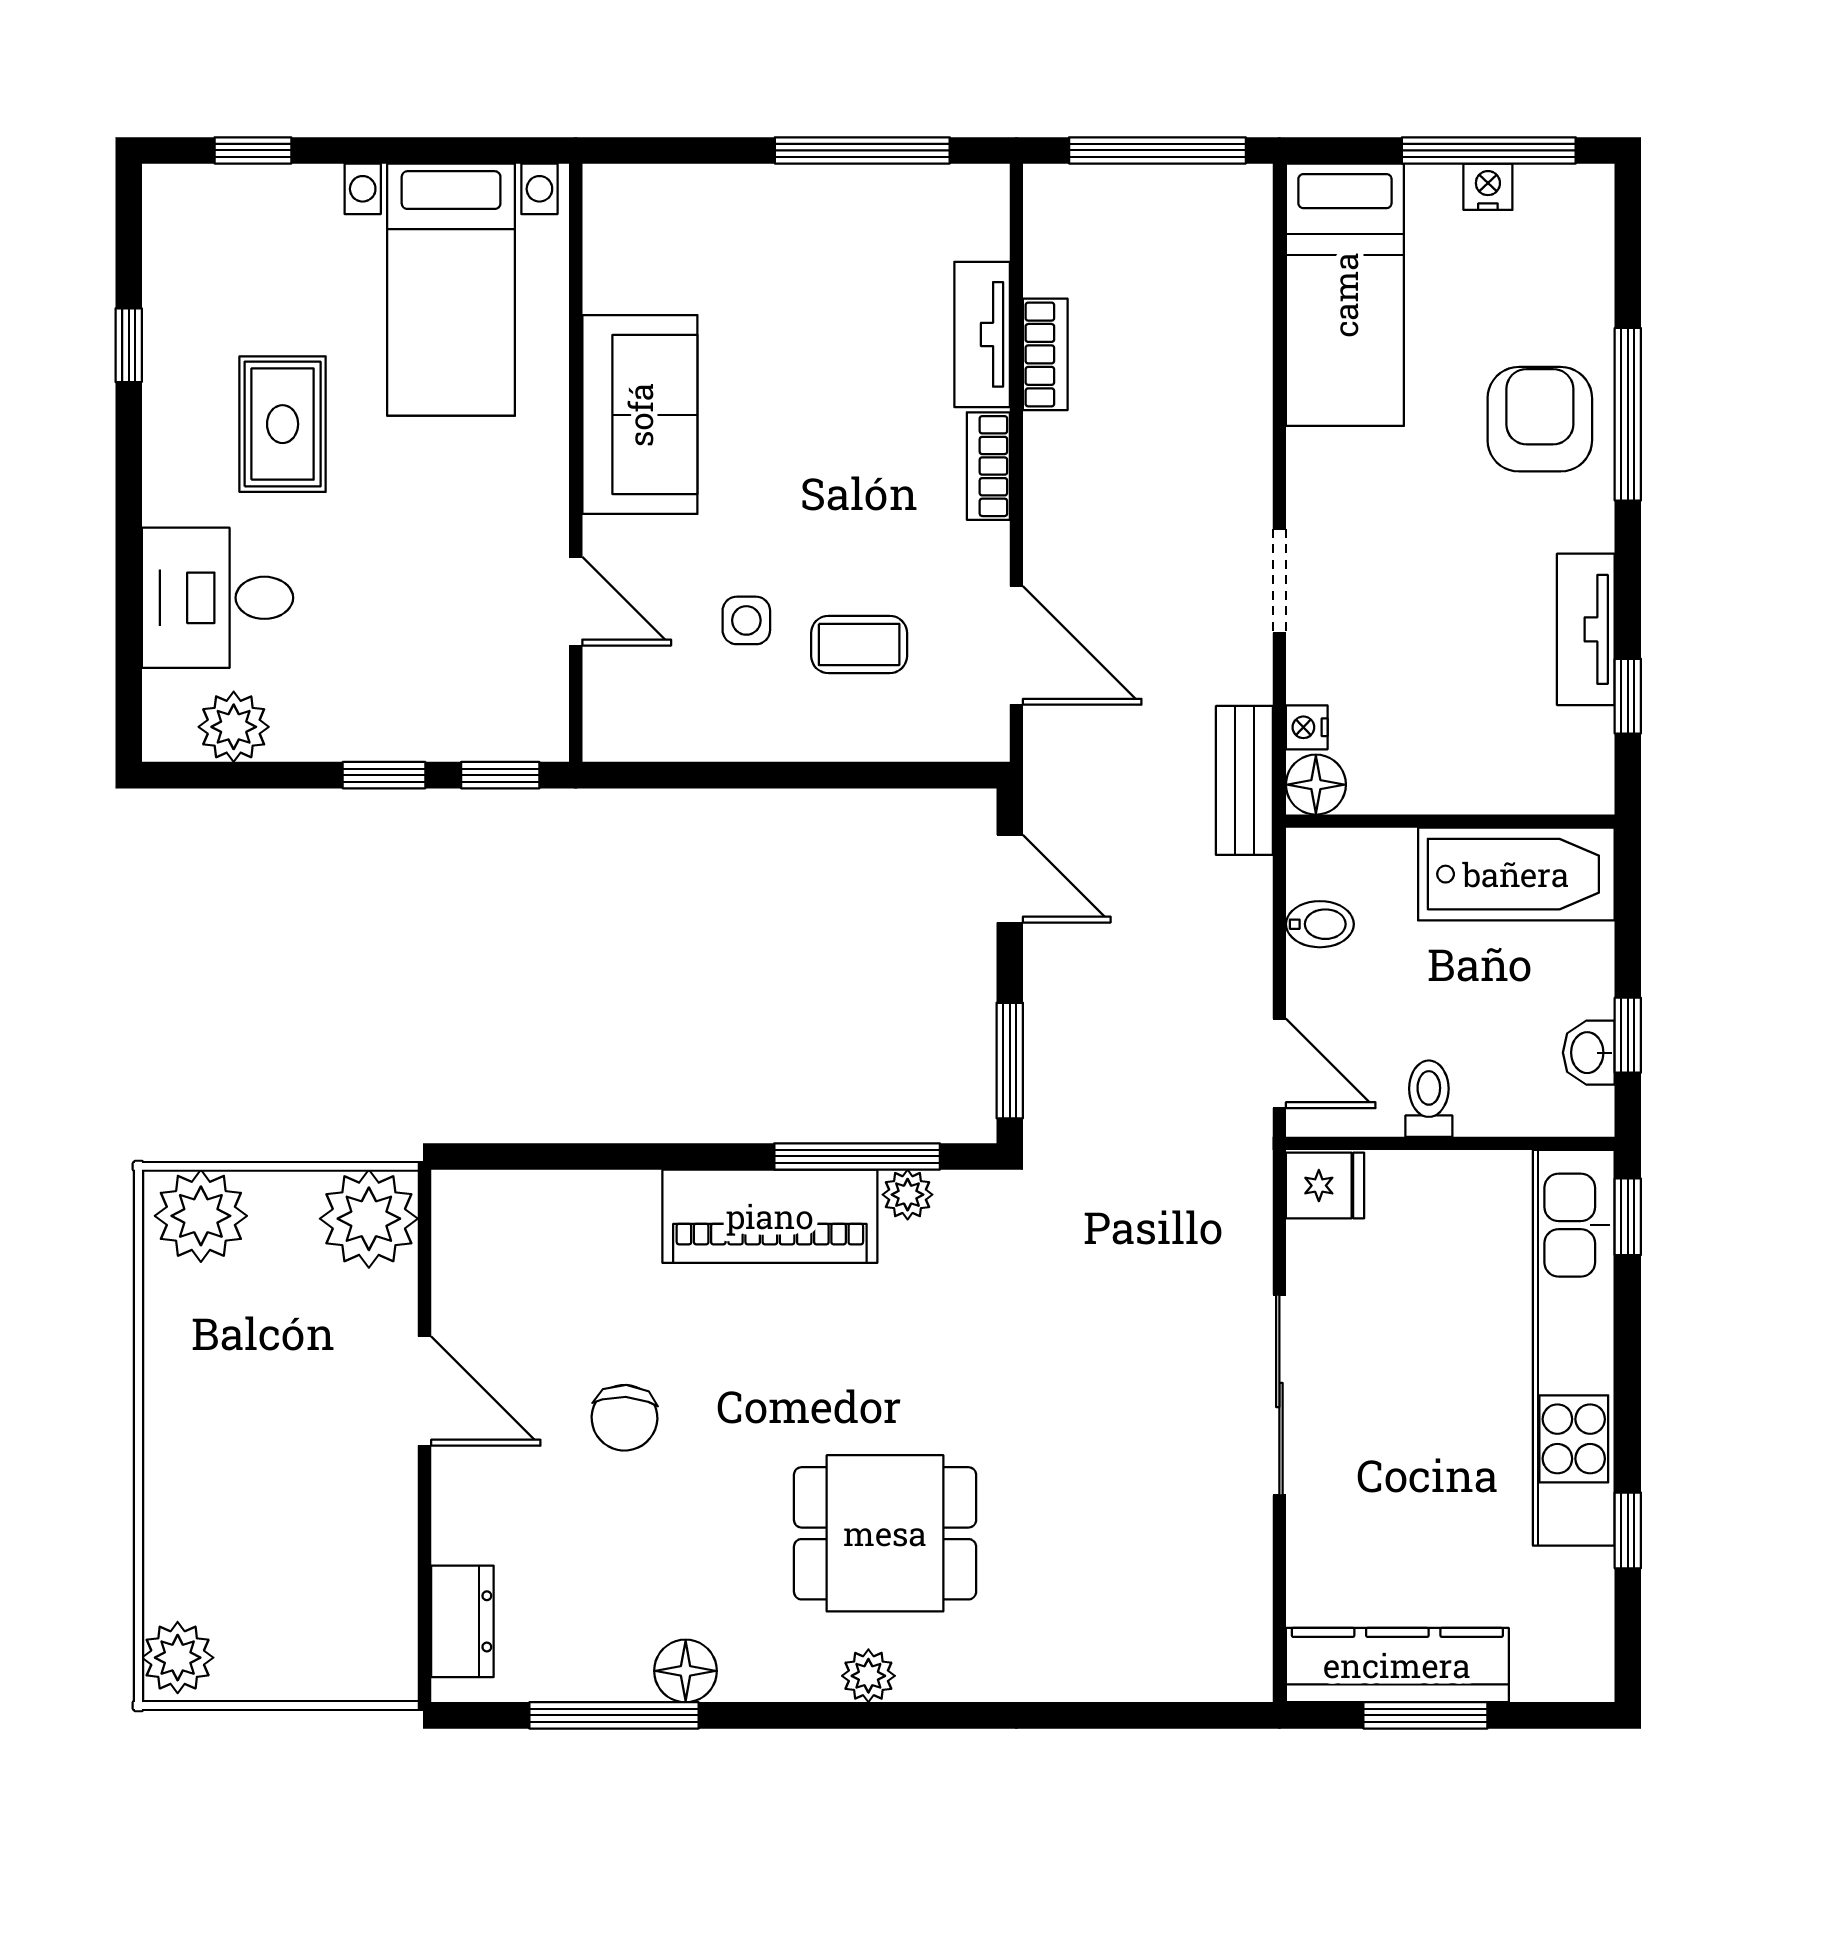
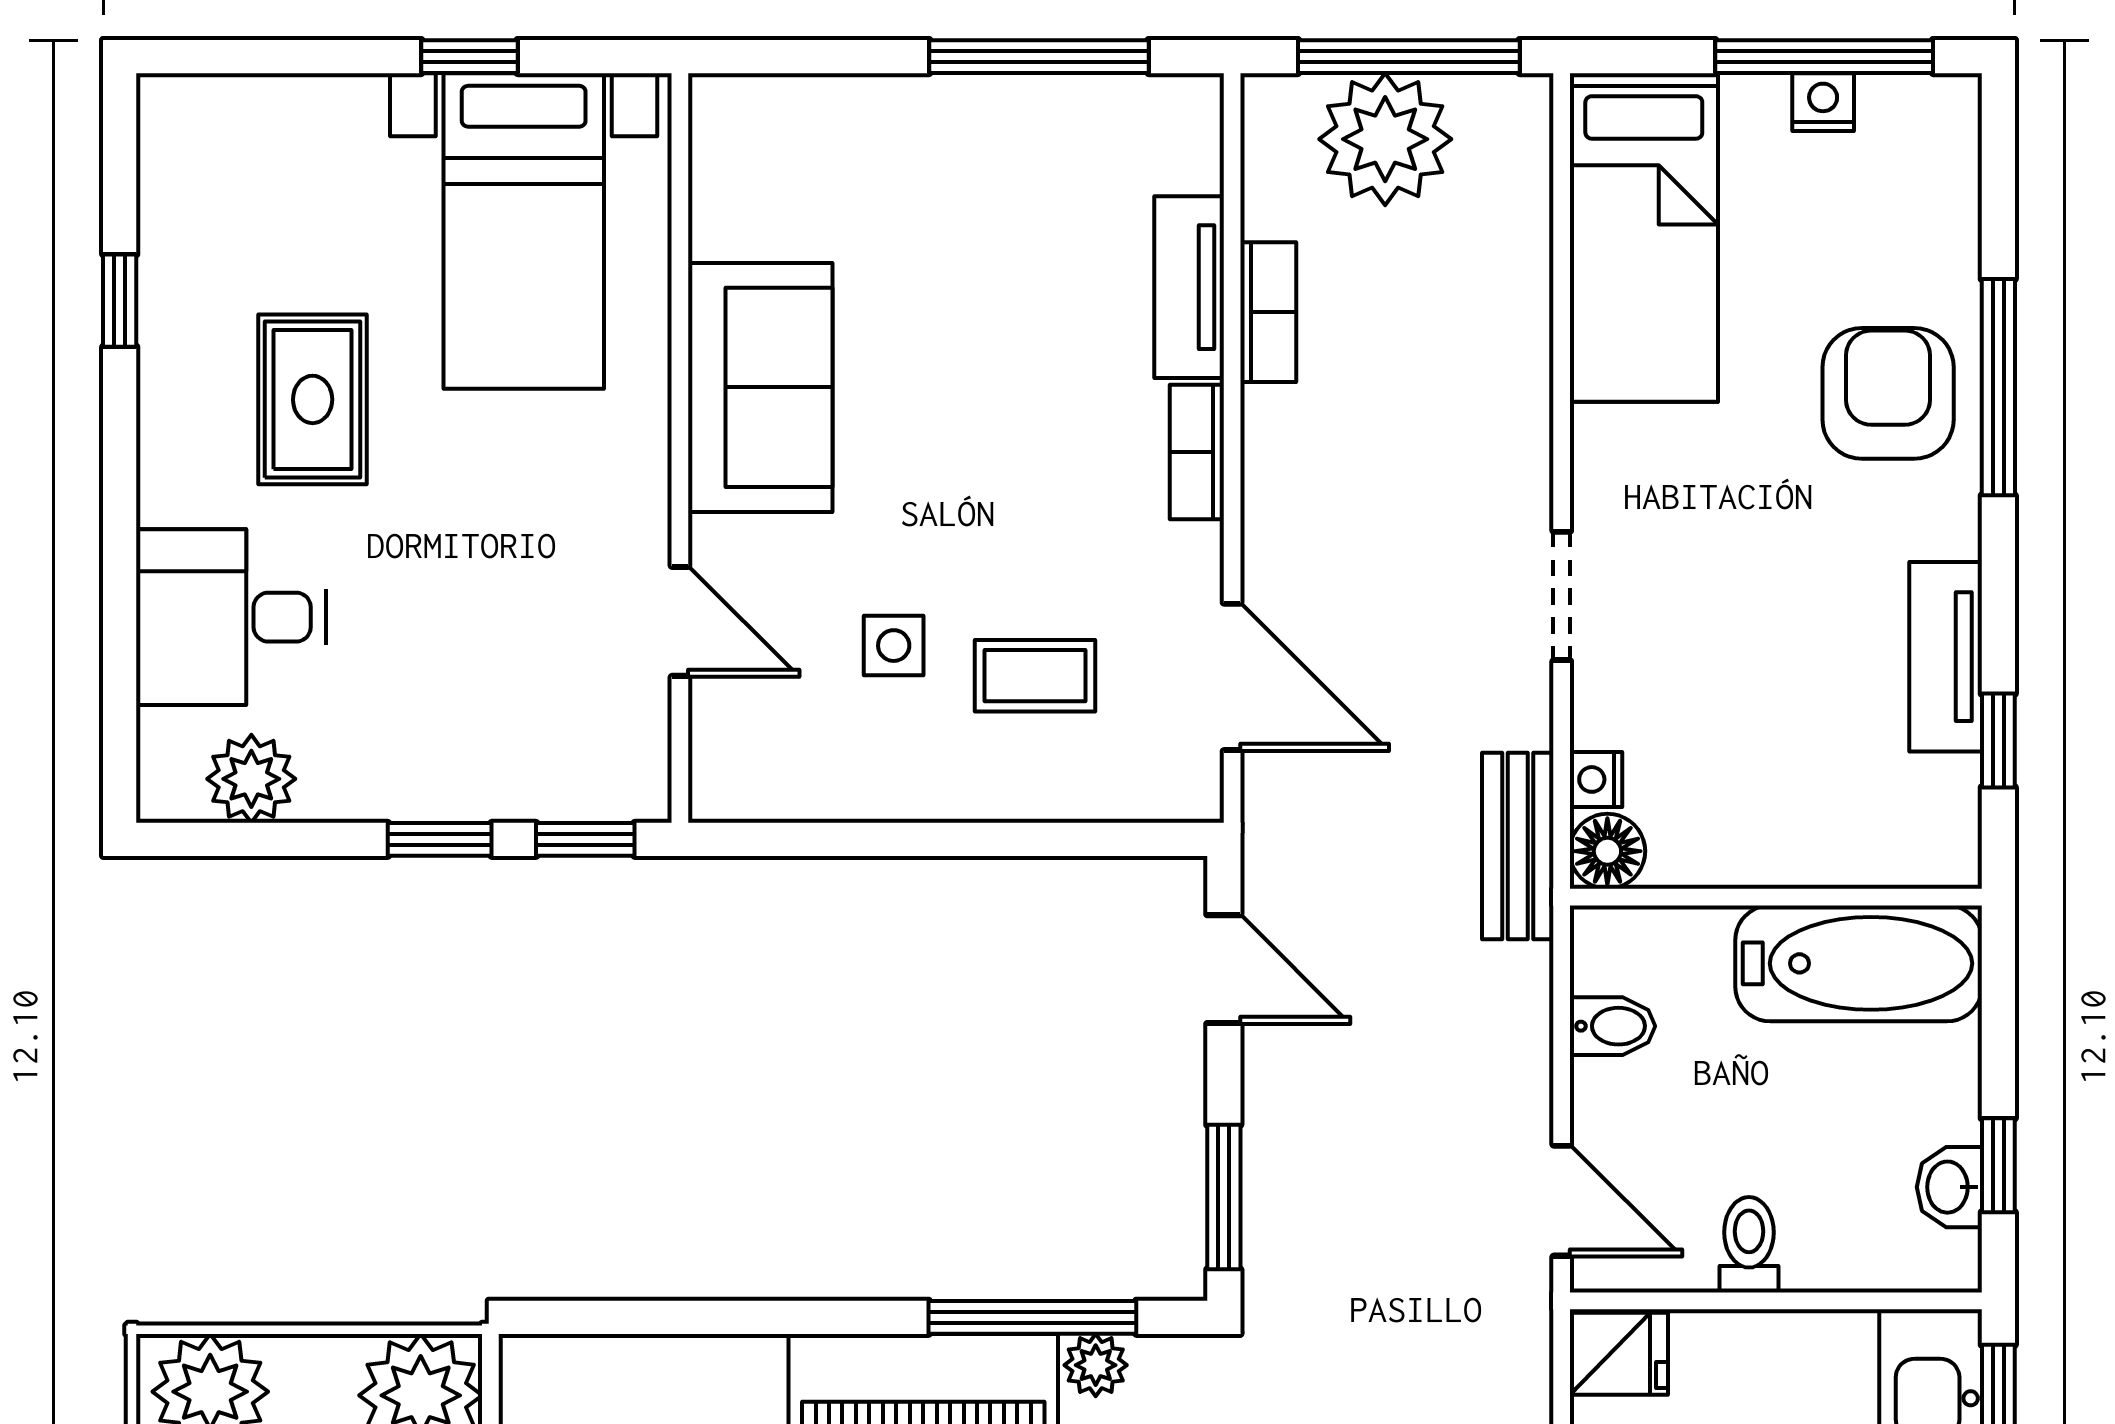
window: (253, 150) -> (469, 57), moved
plant: (1139, 216) -> (1385, 139), added

